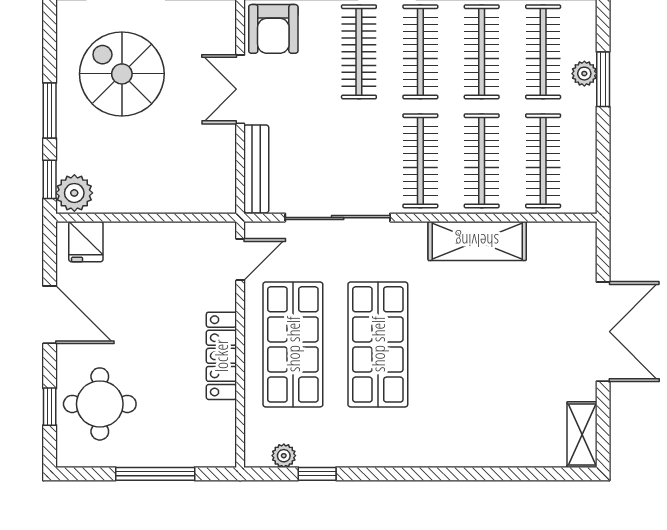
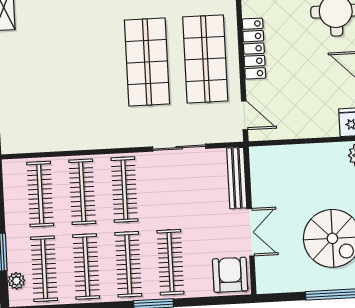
plant: (584, 74) -> (16, 281), moved
sliding door: (338, 218) -> (179, 148), width x0.73
shelving: (477, 241) -> (83, 137), removed
door: (240, 260) -> (245, 115), swing flipped

